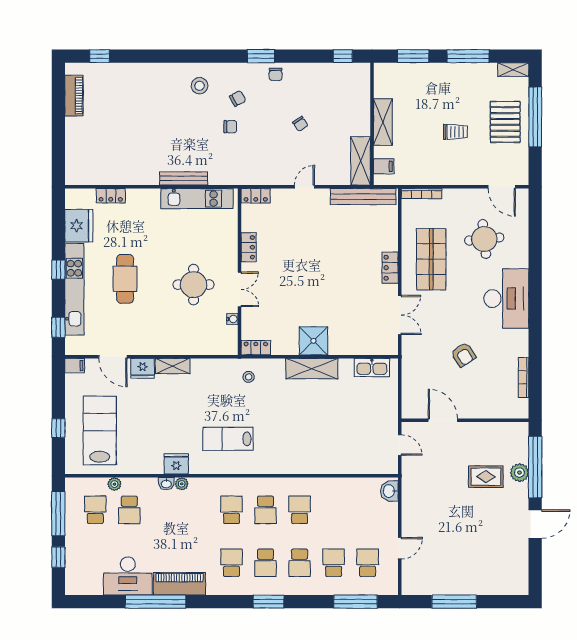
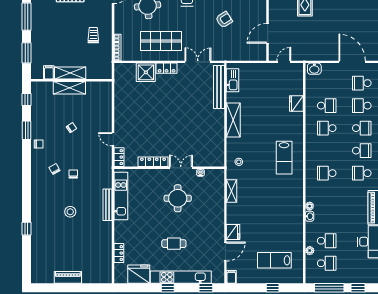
window: (100, 56) -> (27, 229), moved
window: (261, 56) -> (27, 130), moved
stool: (199, 86) -> (70, 212), moved
piano: (74, 96) -> (68, 277), moved
trolley: (455, 132) -> (93, 35), moved
shelving: (361, 161) -> (69, 88), moved
filing cabinet: (384, 166) -> (49, 72), moved
door: (305, 187) -> (113, 139), moved
bench: (363, 197) -> (219, 87), moved
locker: (249, 247) -> (153, 162), width x1.53
cafe table: (125, 279) -> (174, 244), width x0.73, depth x0.74
shower: (313, 341) -> (146, 72), moved
locker: (256, 348) -> (219, 157), removed
shelving: (173, 366) -> (232, 191), moved
lab bench: (100, 430) -> (274, 260), width x0.73, depth x0.72
lab bench: (228, 439) -> (284, 158), moved
fridge: (176, 464) -> (296, 103), moved
school desk: (95, 510) -> (327, 263), turned 180
school desk: (265, 510) -> (327, 106), moved
door: (400, 548) -> (352, 62), width x1.87

